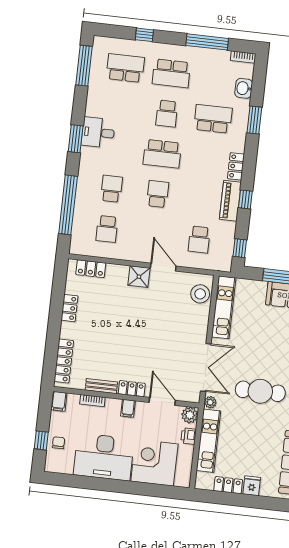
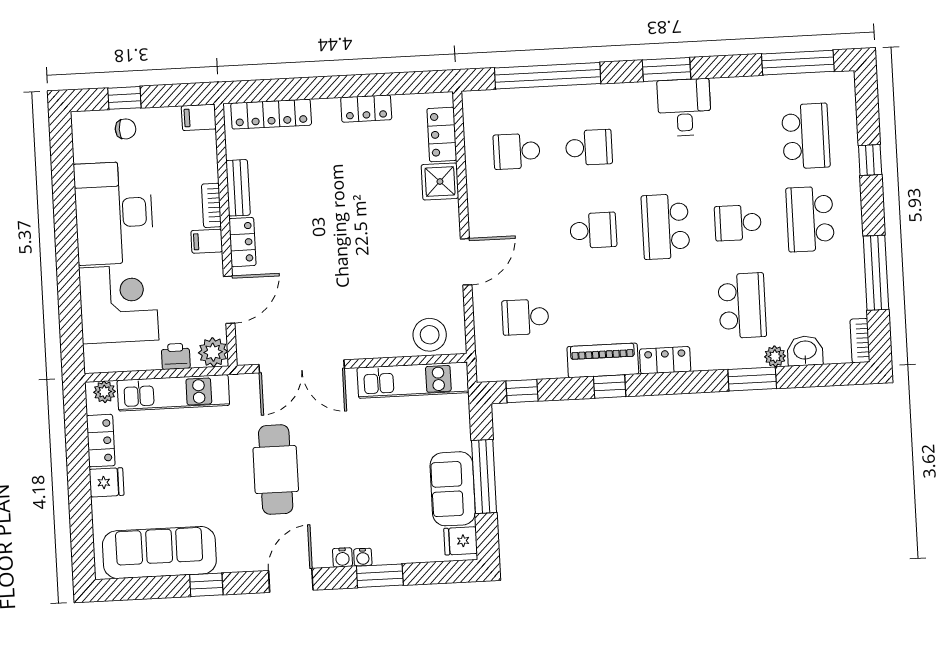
plant: (244, 105) -> (775, 356), added
shower: (139, 277) -> (440, 181), moved
bookcase: (92, 401) -> (211, 205), moved
plant: (210, 402) -> (104, 392), moved

